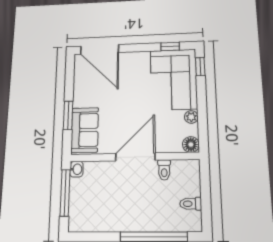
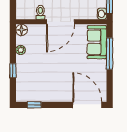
window: (200, 67) -> (13, 71), moved
corner sofa: (174, 79) -> (32, 79), removed
window: (68, 115) -> (110, 54), width x1.44

